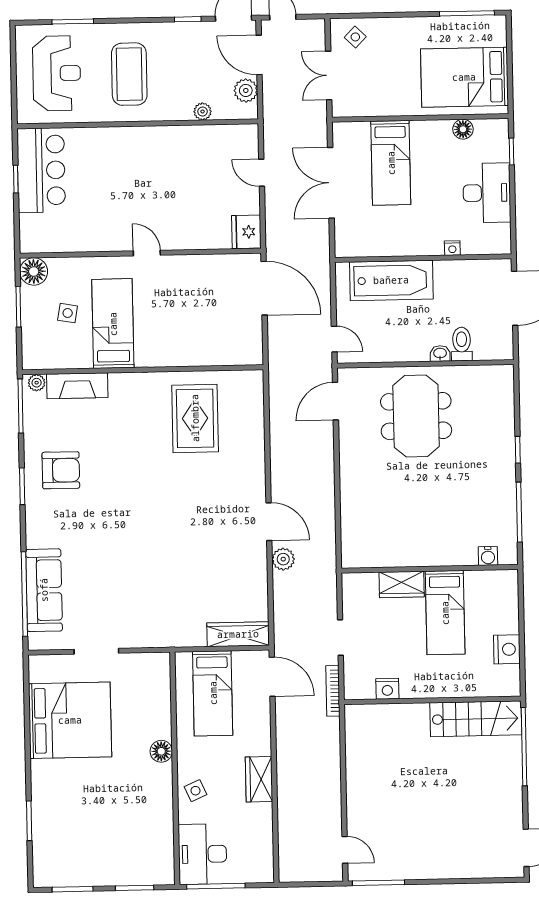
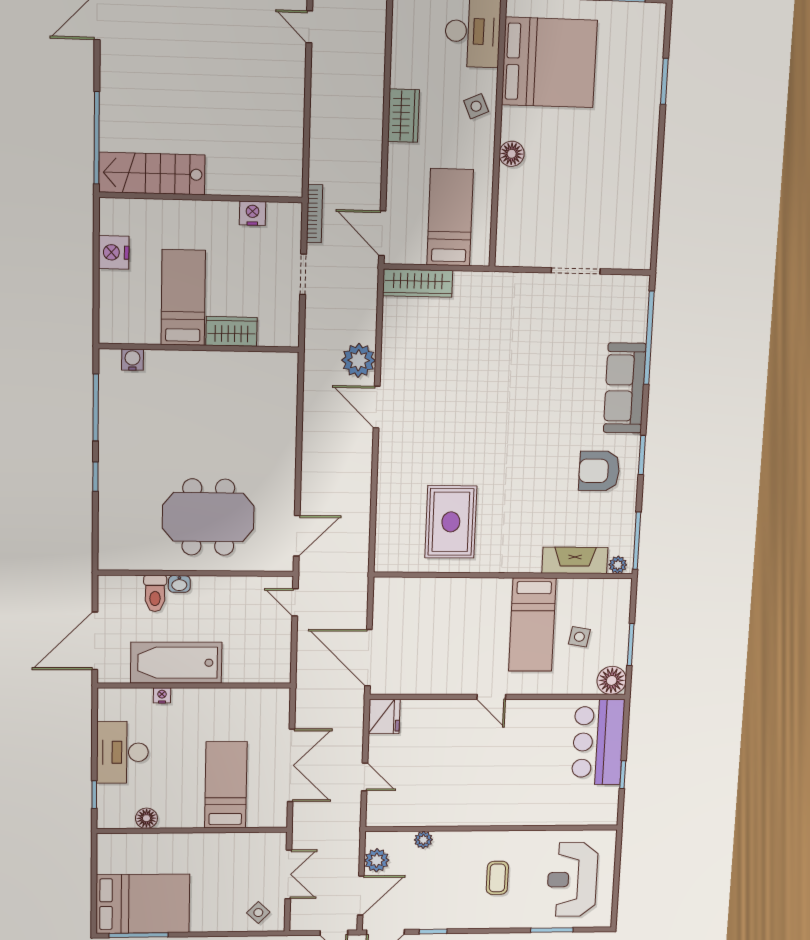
door: (259, 55) -> (361, 896), hinge flipped
coffee table: (129, 74) -> (497, 878), width x0.54, depth x0.58
bed: (464, 77) -> (143, 904), moved
bar counter: (41, 170) -> (598, 742), moved
bathtub: (391, 280) -> (176, 663), moved
meeting table: (416, 416) -> (208, 517), turned 90
plant: (283, 559) -> (359, 360), width x1.36, depth x1.36
sofa: (44, 590) -> (625, 388), moved
bed: (70, 720) -> (549, 63), moved, turned 180

